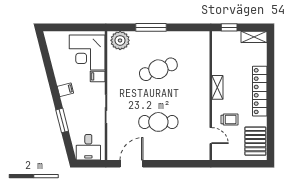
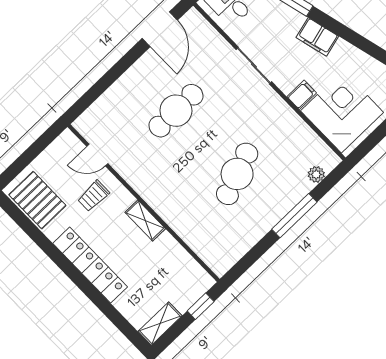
plant: (120, 40) -> (316, 174), width x0.53, depth x0.53
filing cabinet: (65, 90) -> (317, 37), width x2.00

